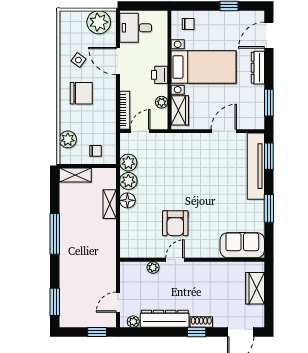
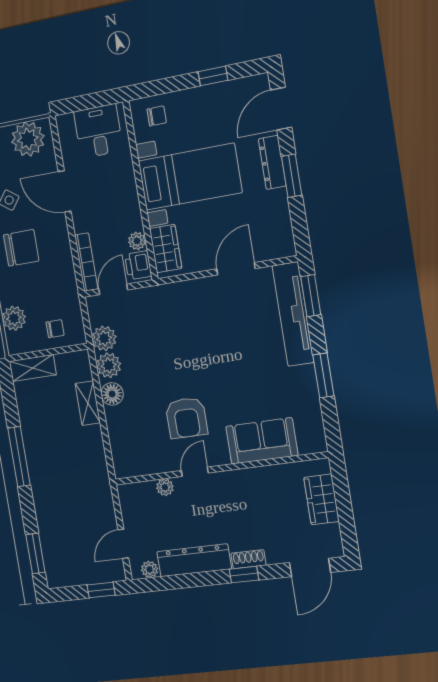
desk: (136, 28) -> (98, 131), moved, turned 90
printer: (160, 75) -> (138, 265), moved
window: (269, 103) -> (292, 176), moved
sofa: (242, 245) -> (262, 441), moved

